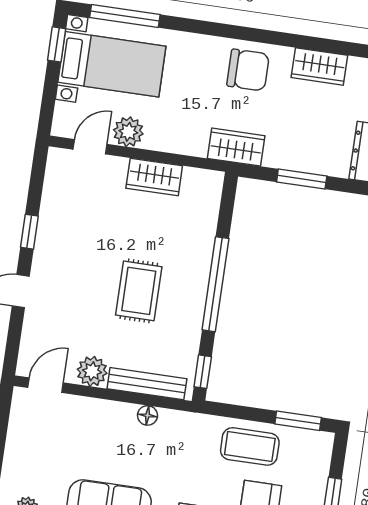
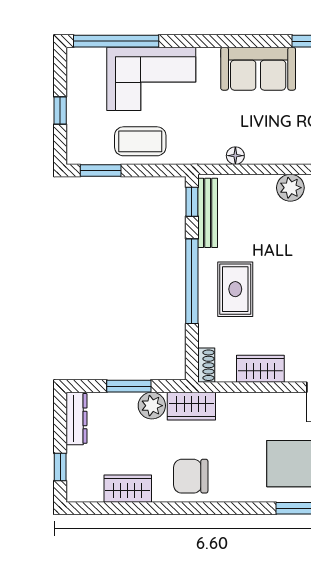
plant: (128, 132) -> (152, 406), moved
shoe rack: (213, 190) -> (206, 365), added
rug: (139, 291) -> (235, 289), moved
bench: (147, 384) -> (208, 213), moved, turned 90

